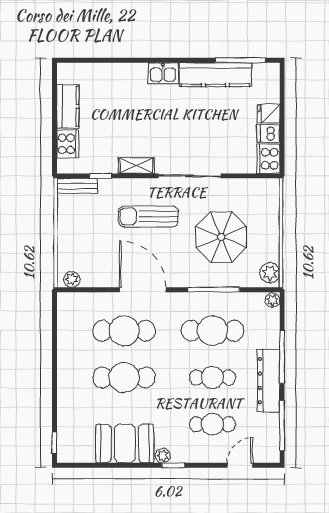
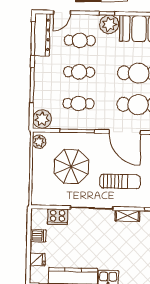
fridge: (269, 114) -> (37, 260), moved
cooker: (268, 159) -> (58, 217), moved, turned 90
plant: (272, 300) -> (42, 119), width x1.88, depth x1.88
cafe table: (212, 331) -> (78, 103), width x0.73, depth x0.74
dresser: (269, 381) -> (42, 35), moved
plant: (163, 456) -> (109, 24), width x1.88, depth x1.88

